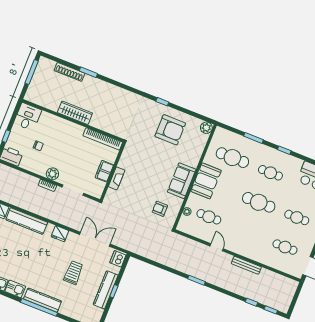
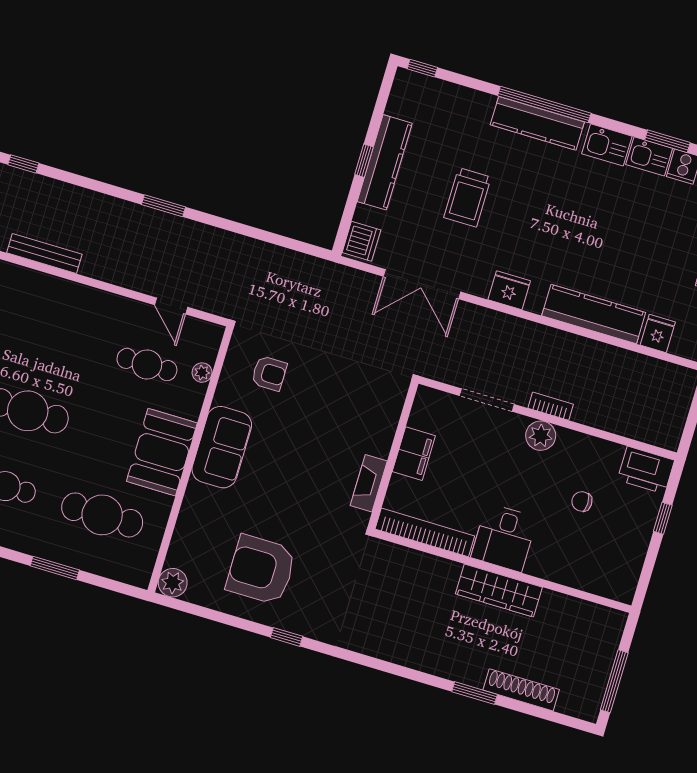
desk: (28, 117) -> (504, 538), moved
fireplace: (117, 178) -> (369, 483), moved
door: (217, 247) -> (171, 306), moved

